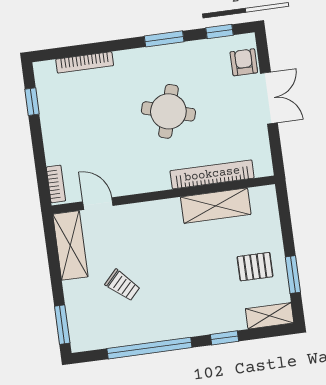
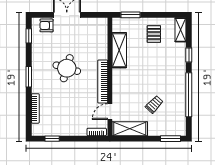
window: (164, 39) -> (29, 77), moved
bookcase: (212, 174) -> (103, 82), moved
window: (293, 275) -> (130, 15), moved

